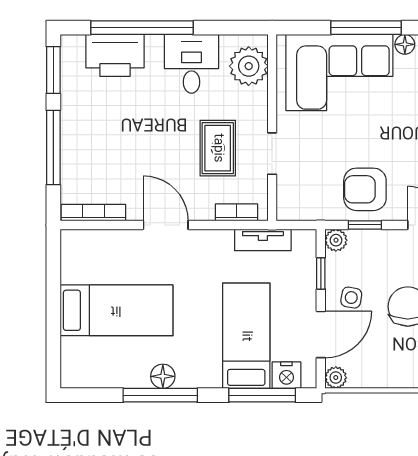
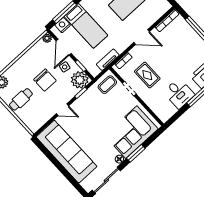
window: (366, 28) -> (136, 153), width x0.69
plant: (249, 66) -> (161, 109), removed
armchair: (365, 189) -> (91, 104), removed
coffee table: (304, 196) -> (107, 85), added
plant: (336, 240) -> (80, 80), width x1.88, depth x1.88

